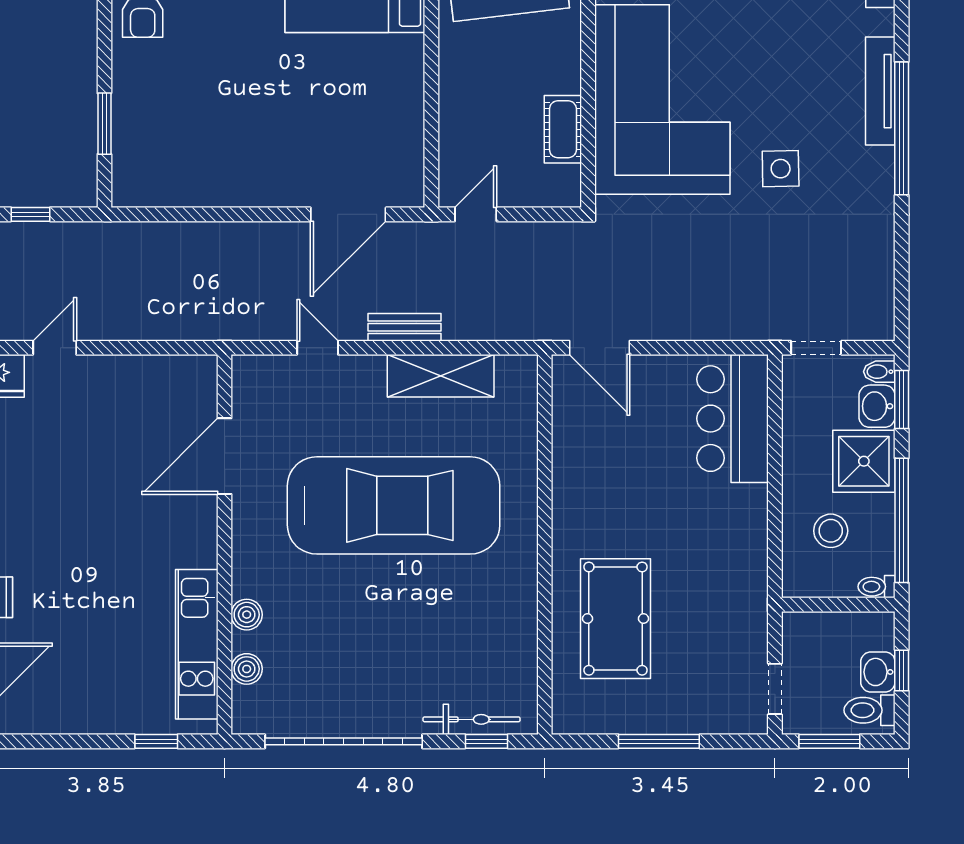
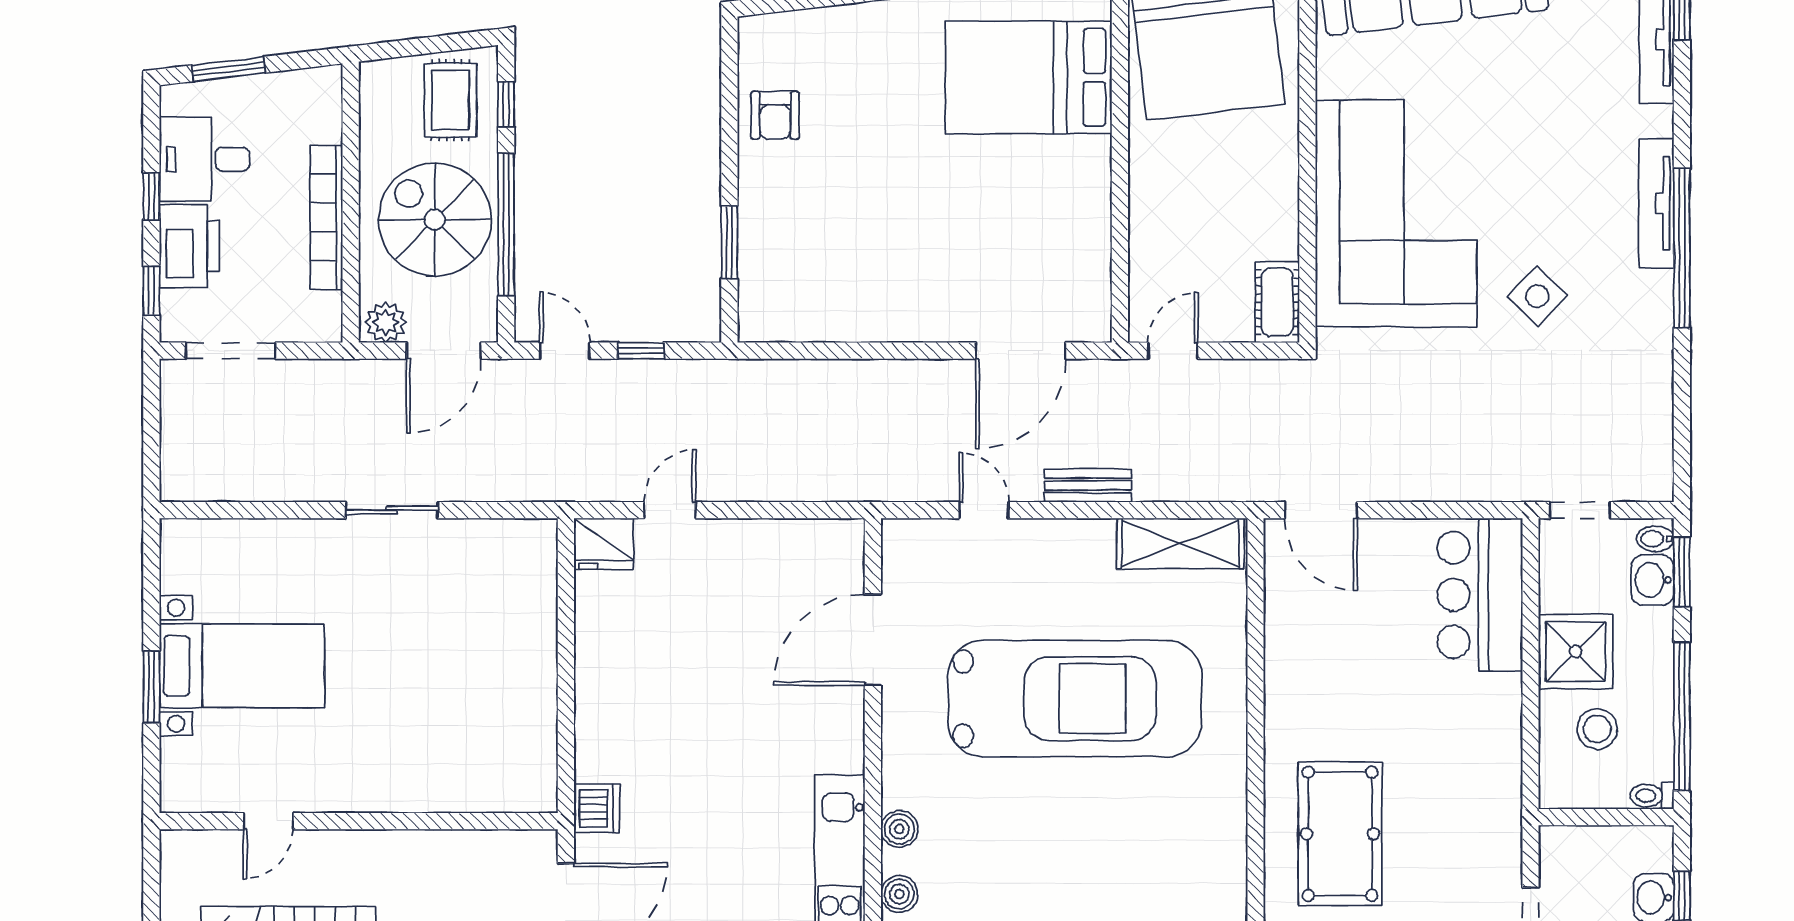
cot: (563, 129) -> (1277, 302), moved
side table: (781, 169) -> (1537, 296), turned 45
shelving: (441, 376) -> (1180, 544), moved
shower: (864, 461) -> (1576, 652), moved

